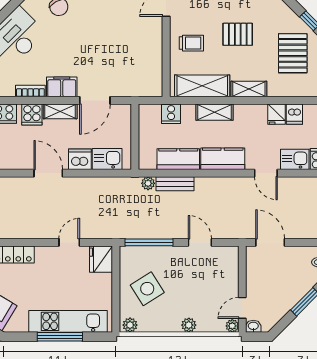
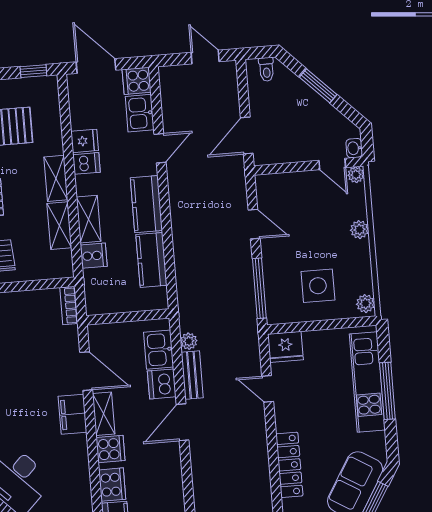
shelving: (202, 86) -> (59, 226), width x0.67, depth x0.75
bookcase: (30, 91) -> (69, 306), moved
cooker: (171, 114) -> (94, 256), moved
dishwasher: (294, 114) -> (86, 163), moved
plant: (148, 183) -> (189, 341), moved
bench: (175, 184) -> (192, 375), moved
door: (200, 242) -> (254, 224), swing flipped
side table: (147, 289) -> (318, 286), turned 32

